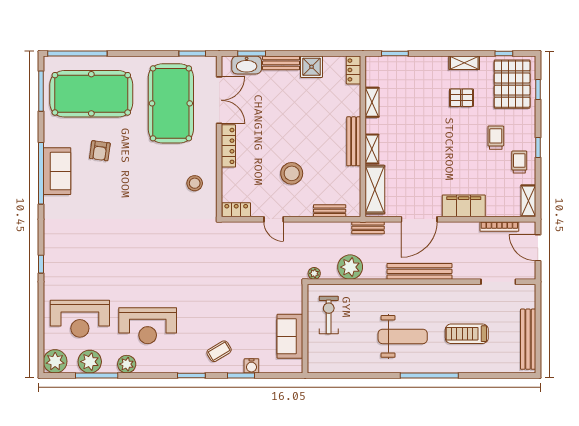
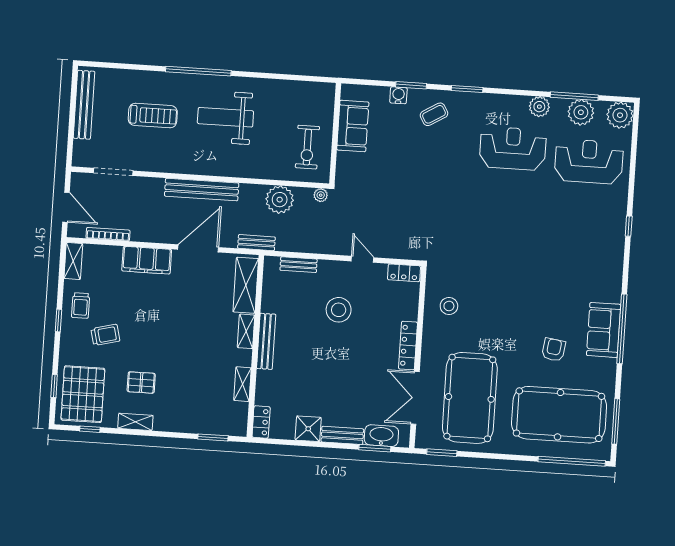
trolley: (496, 138) -> (105, 335), turned -104

